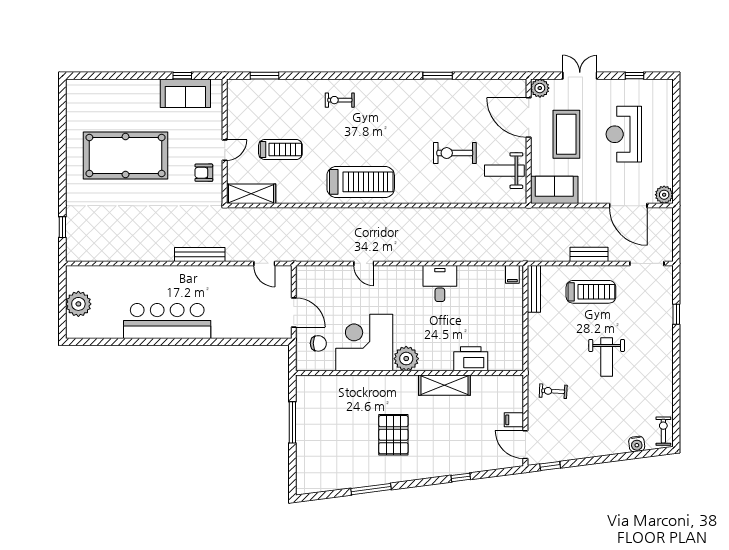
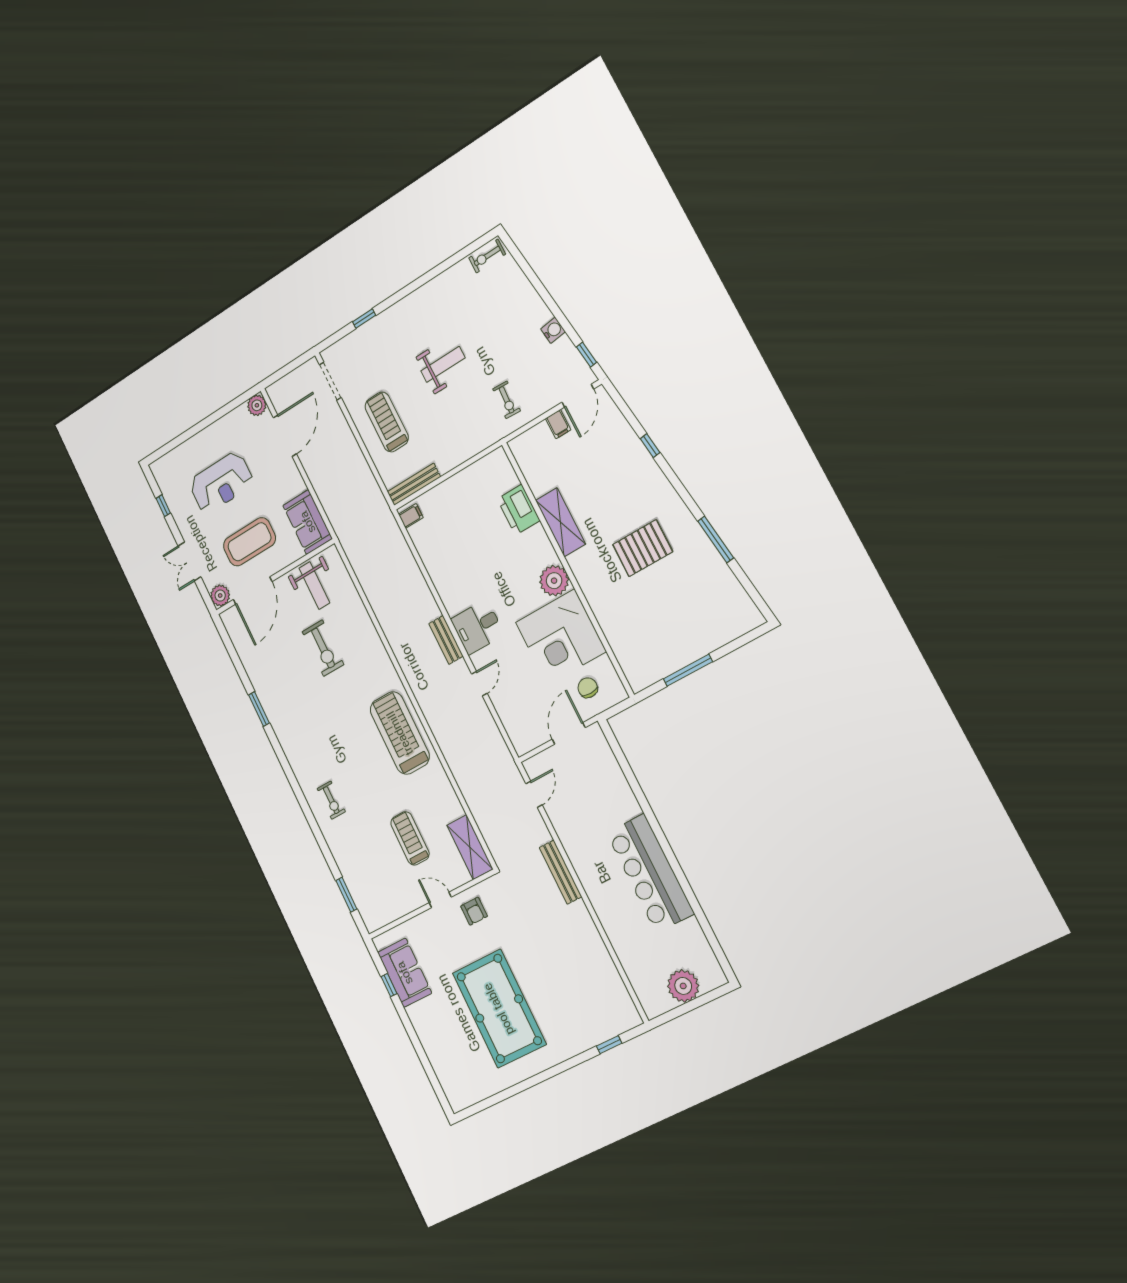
bench: (589, 254) -> (446, 640), moved
desk: (440, 284) -> (478, 627), moved
water cooler: (637, 444) -> (553, 330), moved

